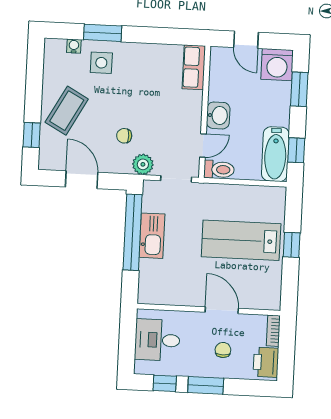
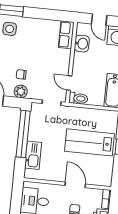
washbasin: (218, 115) -> (82, 44), moved
door: (203, 146) -> (69, 83), swing flipped
plant: (143, 164) -> (21, 91), moved
kitchen sink: (152, 236) -> (33, 155), moved

